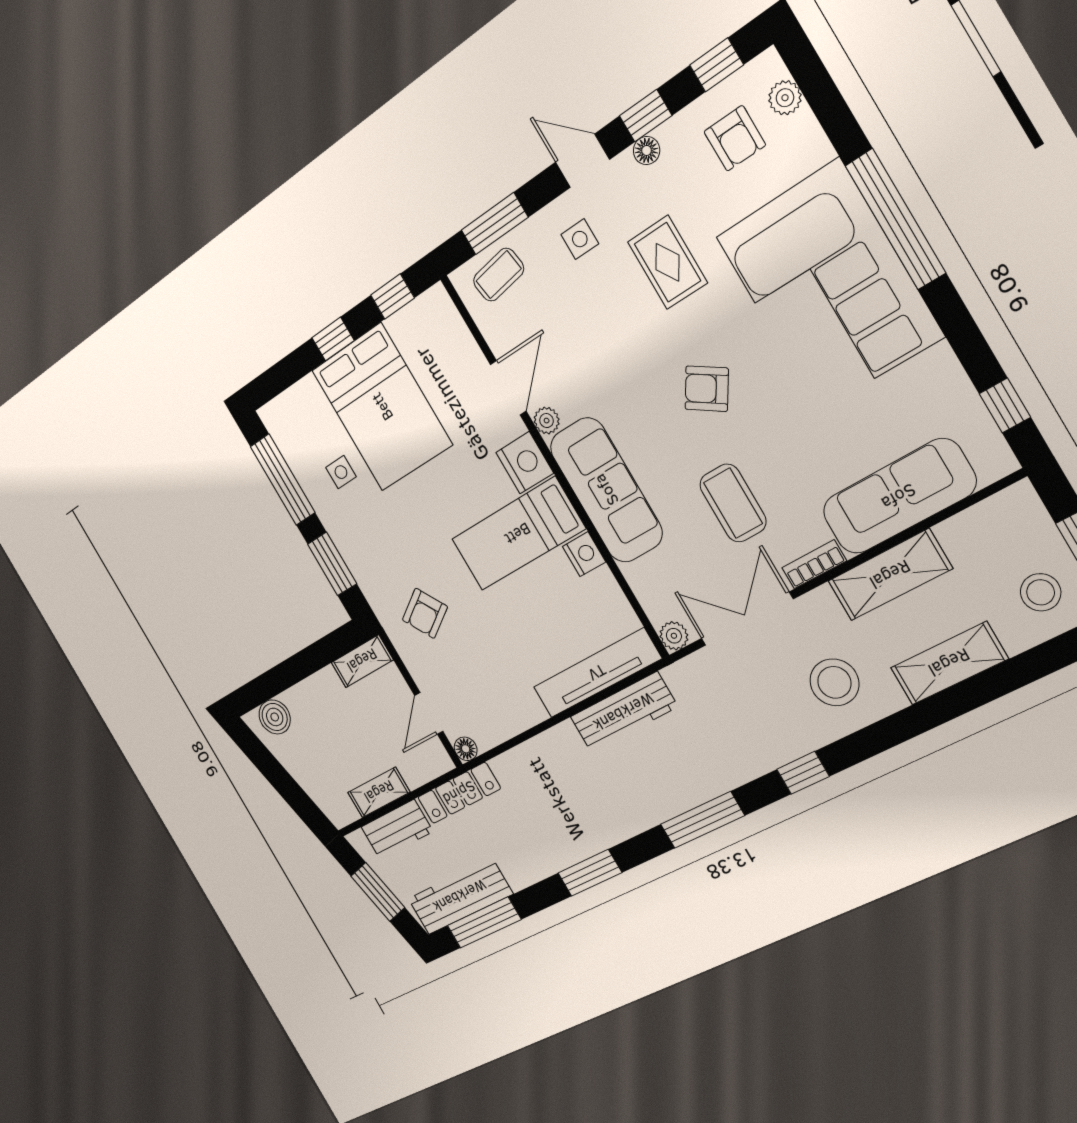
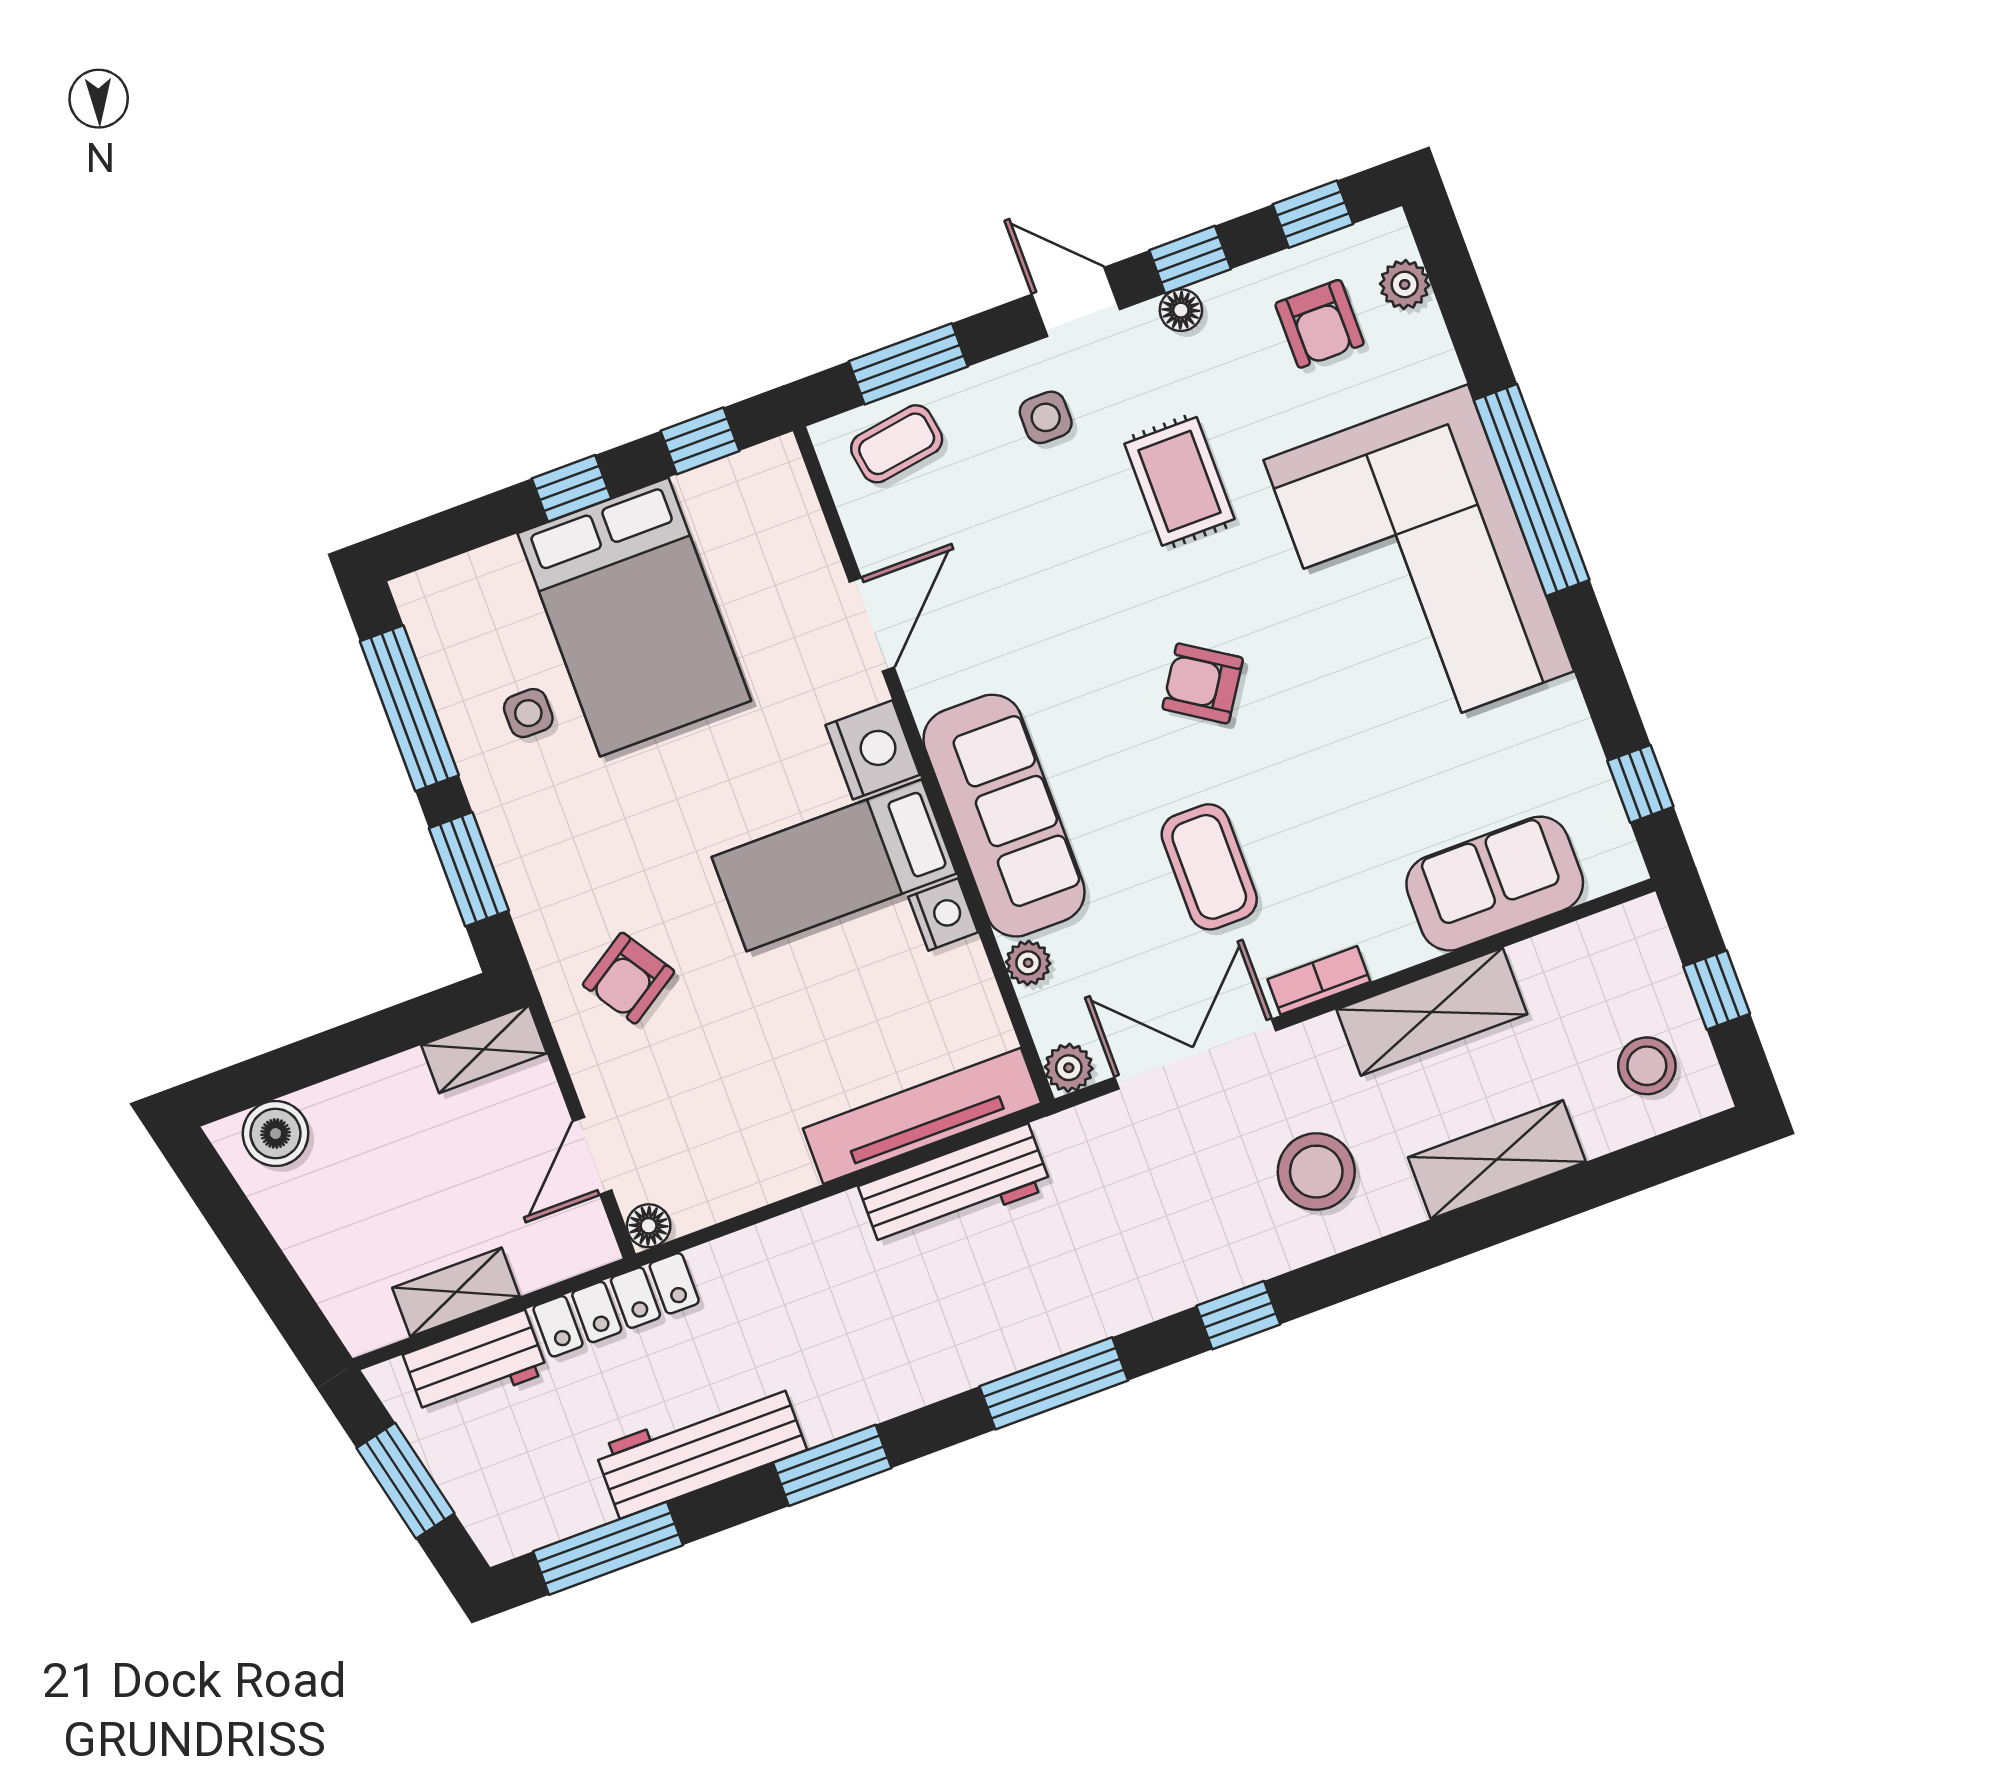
plant: (547, 421) -> (1028, 963), moved
sofa: (899, 497) -> (1495, 884), width x0.73
workbench: (460, 896) -> (701, 1449), moved

